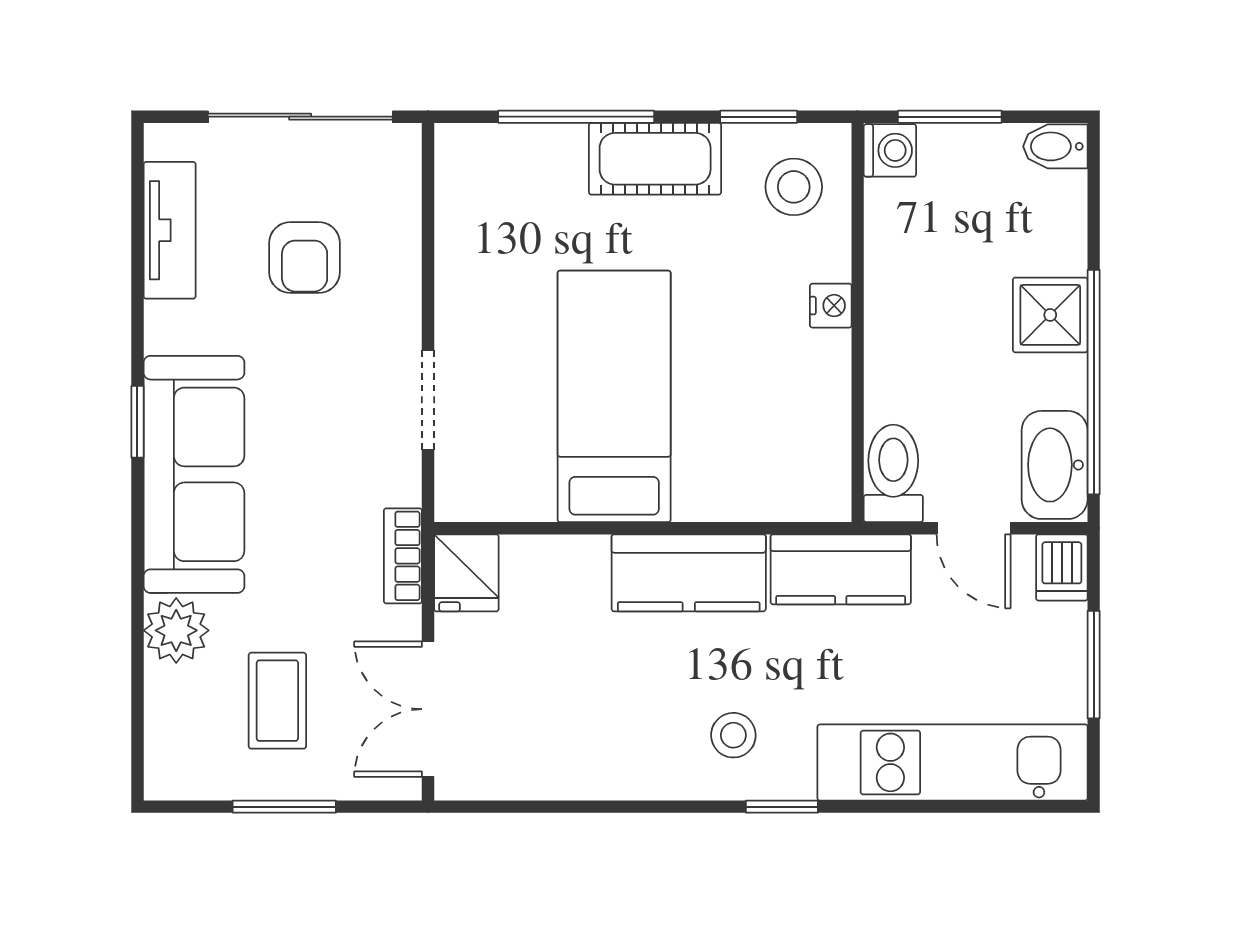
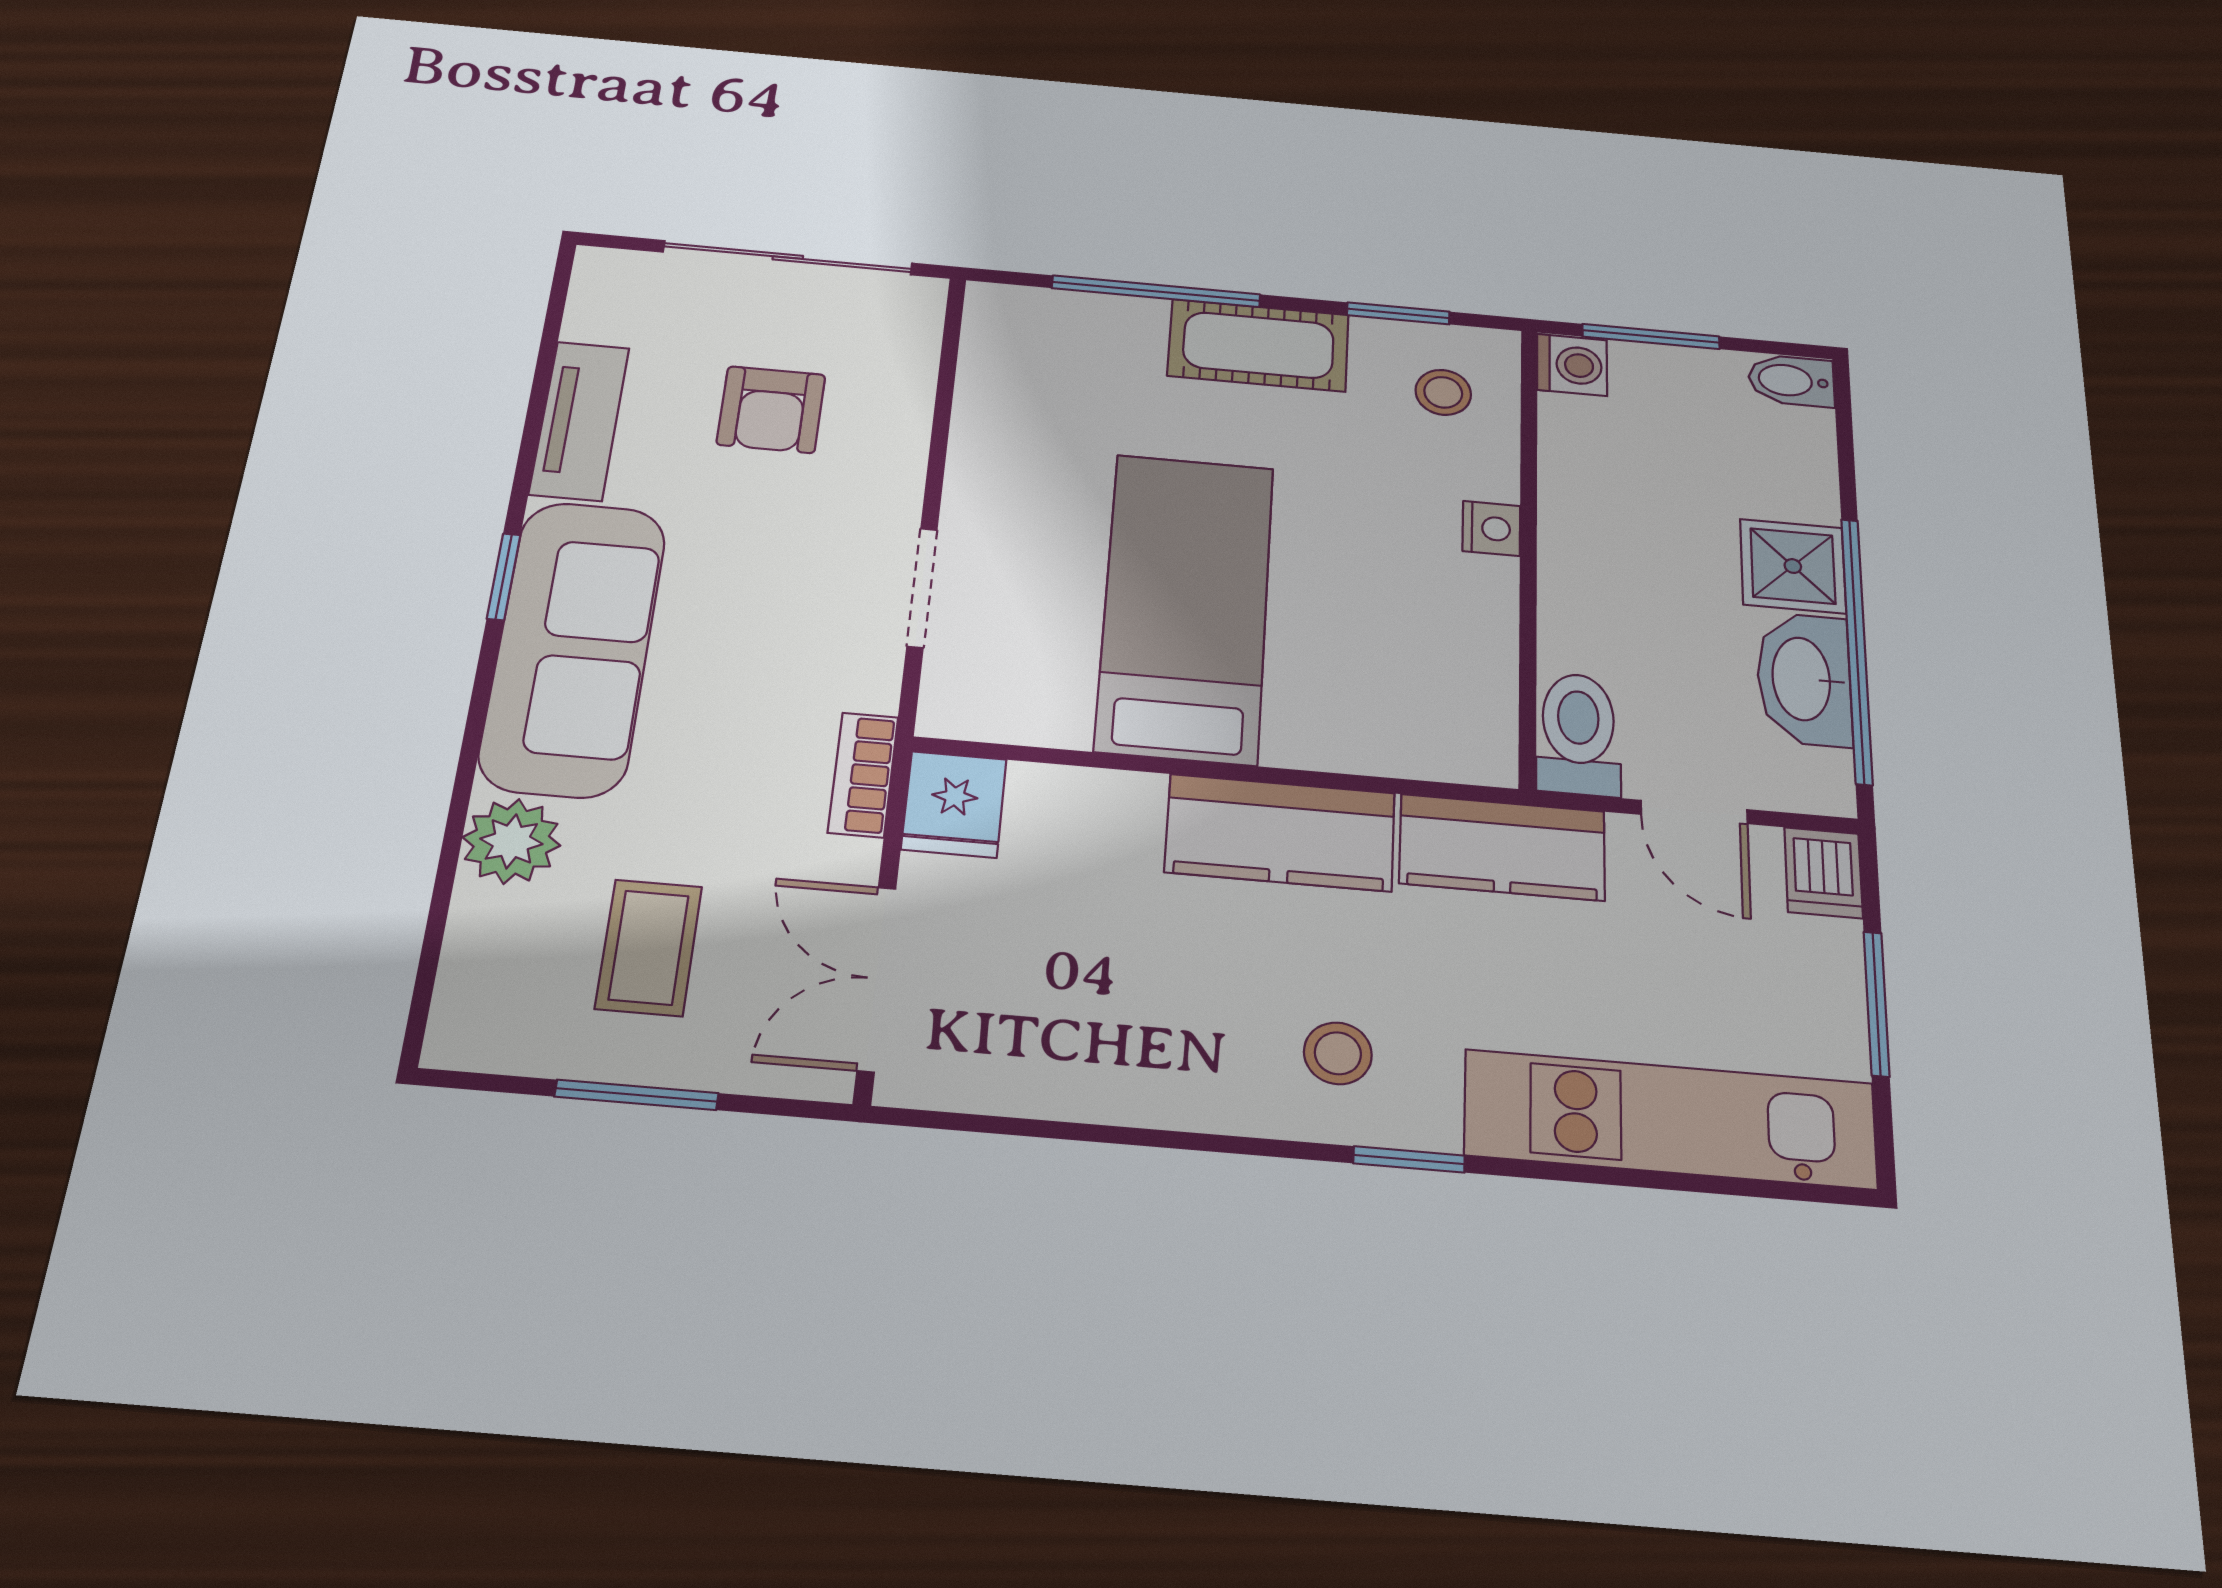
stool: (794, 187) -> (1443, 392), width x0.73, depth x0.73
tv unit: (170, 230) -> (579, 421), moved
washbasin: (1055, 465) -> (1804, 679), moved

